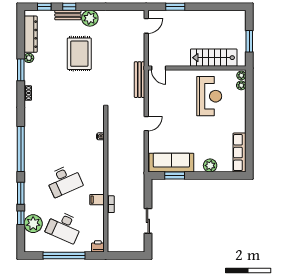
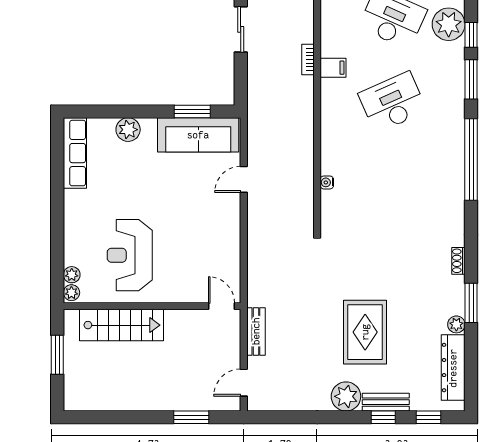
bench: (139, 80) -> (256, 331), moved, width x0.73
door: (146, 124) -> (244, 179), moved

